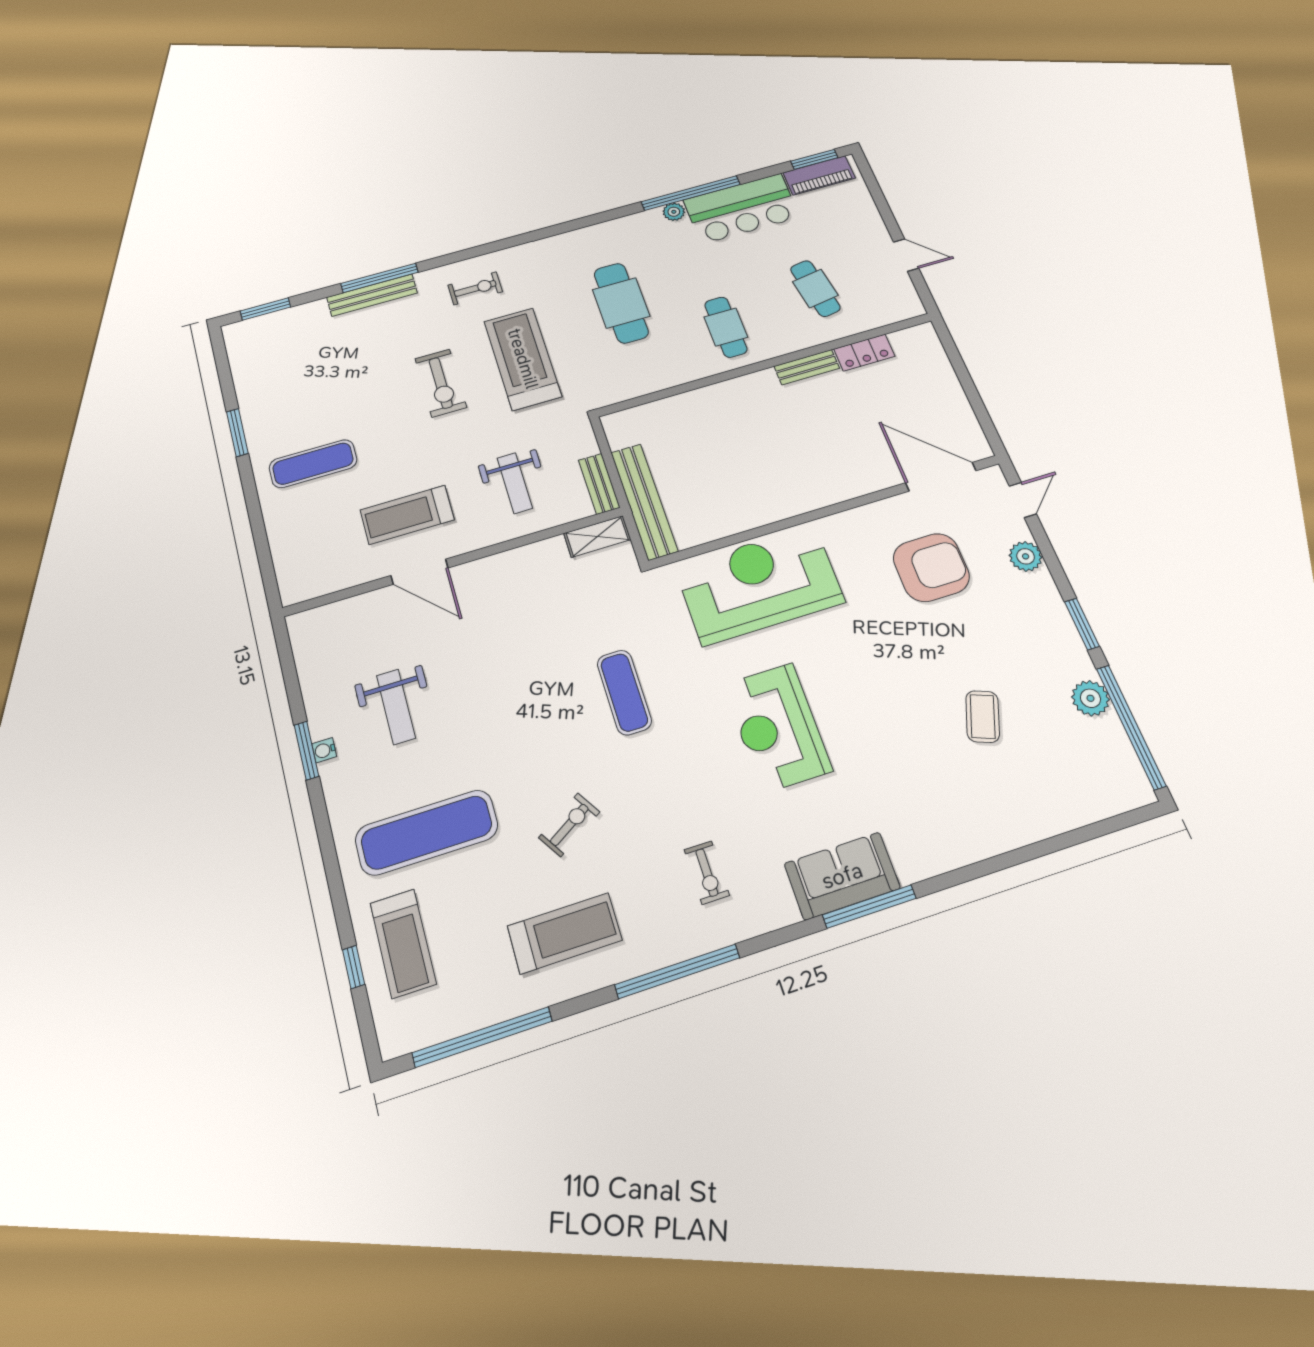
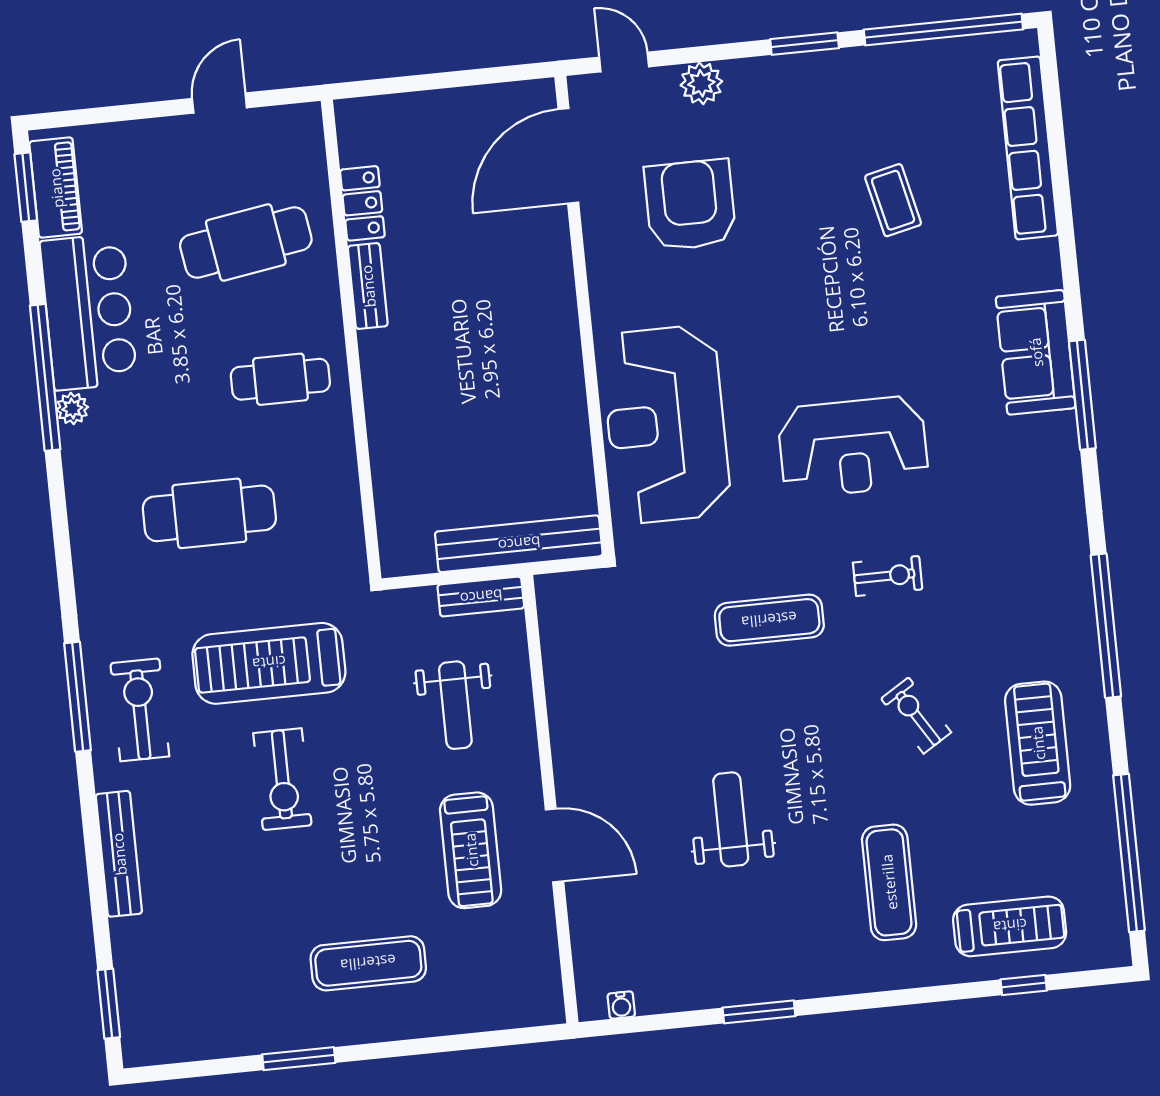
window: (379, 278) -> (78, 697), moved
exercise bike: (475, 288) -> (140, 710), width x1.38, depth x1.39
cafe table: (815, 288) -> (246, 242), width x1.37, depth x1.35
exercise bike: (441, 383) -> (282, 779), turned 90
exercise mat: (313, 464) -> (368, 963), turned 90
weight bench: (515, 483) -> (455, 705), turned 90
shelving: (597, 536) -> (555, 613), removed
door: (419, 572) -> (554, 845), hinge flipped
plant: (1090, 698) -> (899, 65), removed
weight bench: (396, 707) -> (731, 819), moved, turned -90
coffee table: (983, 717) -> (893, 200), turned 56
water cooler: (324, 750) -> (621, 1005), moved
row of seats: (1060, 815) -> (1028, 148), added
exercise mat: (427, 832) -> (889, 882), width x0.73, depth x0.69
exercise bike: (707, 873) -> (888, 576), moved
sofa: (842, 876) -> (1036, 352), moved

